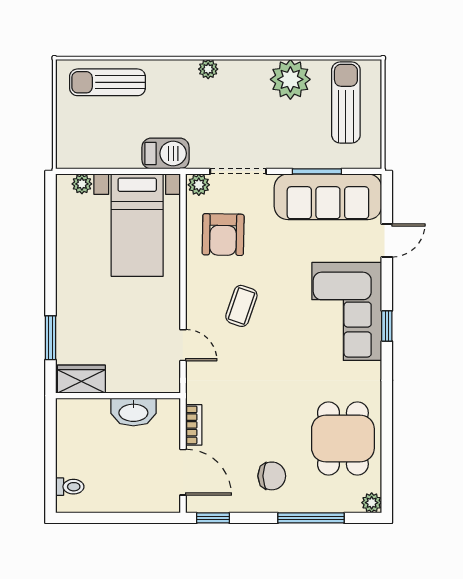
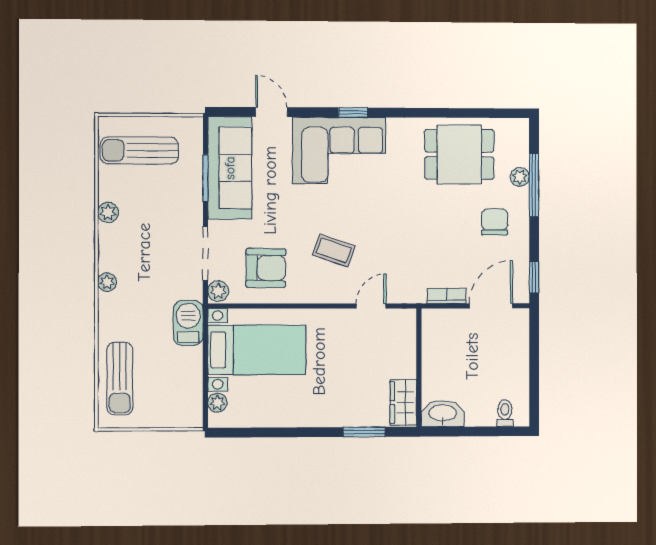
plant: (290, 79) -> (108, 212), width x0.53, depth x0.53
washbasin: (133, 412) -> (443, 414), moved, turned -90
plant: (372, 503) -> (520, 177), moved

